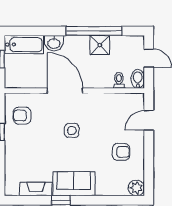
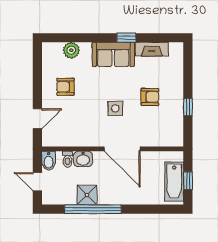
washbasin: (54, 43) -> (83, 159), moved, turned 180
bathtub: (24, 45) -> (174, 182), moved, turned -90
armchair: (22, 116) -> (150, 97), moved
plant: (136, 188) -> (71, 50), moved

